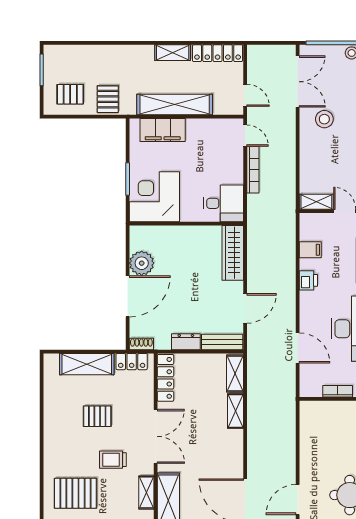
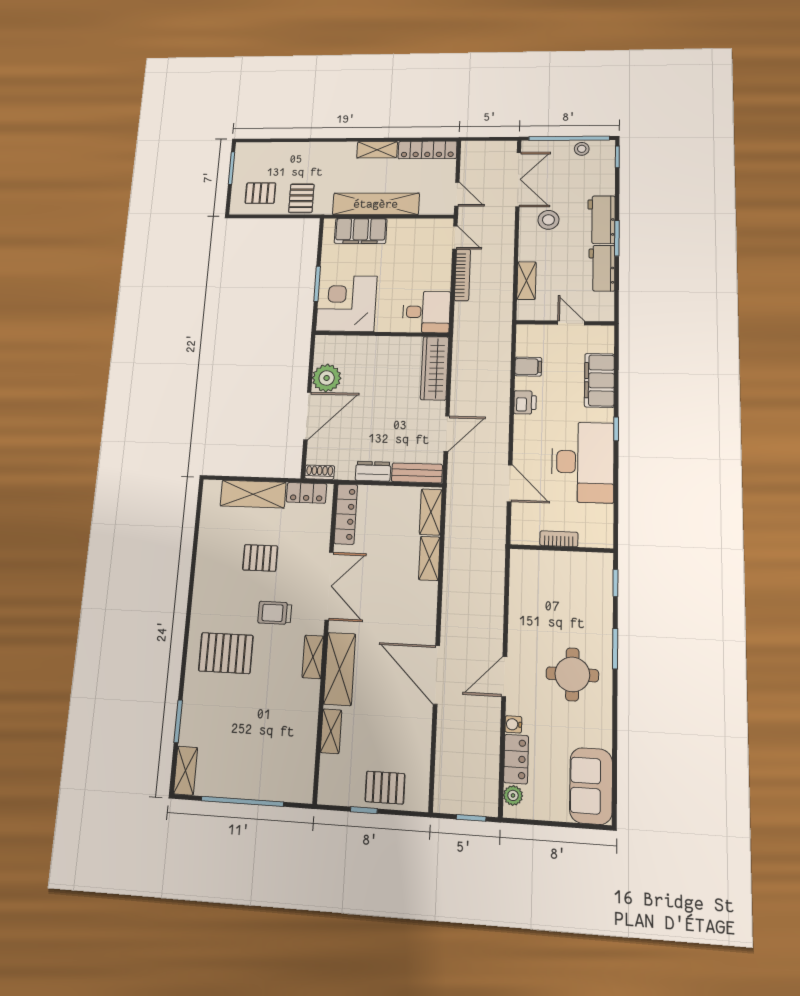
shelving: (316, 202) -> (527, 281), moved, turned 90

